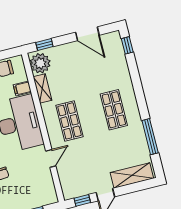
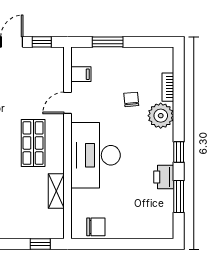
plant: (40, 63) -> (51, 223), removed
filing cabinet: (22, 89) -> (81, 74), moved

